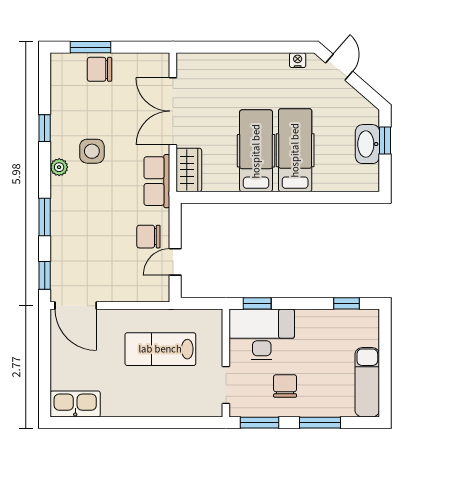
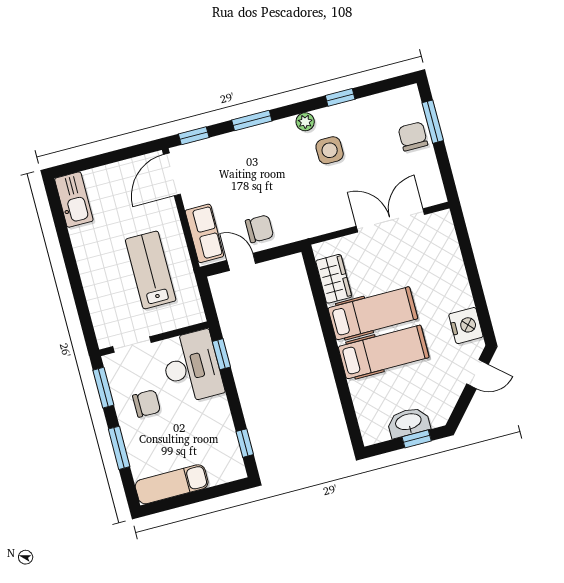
nightstand: (298, 60) -> (466, 326), width x1.89, depth x1.79
wardrobe: (189, 170) -> (334, 279), moved, turned -90
row of seats: (157, 181) -> (204, 233), moved, turned 90
chair: (148, 237) -> (259, 229), turned 90

